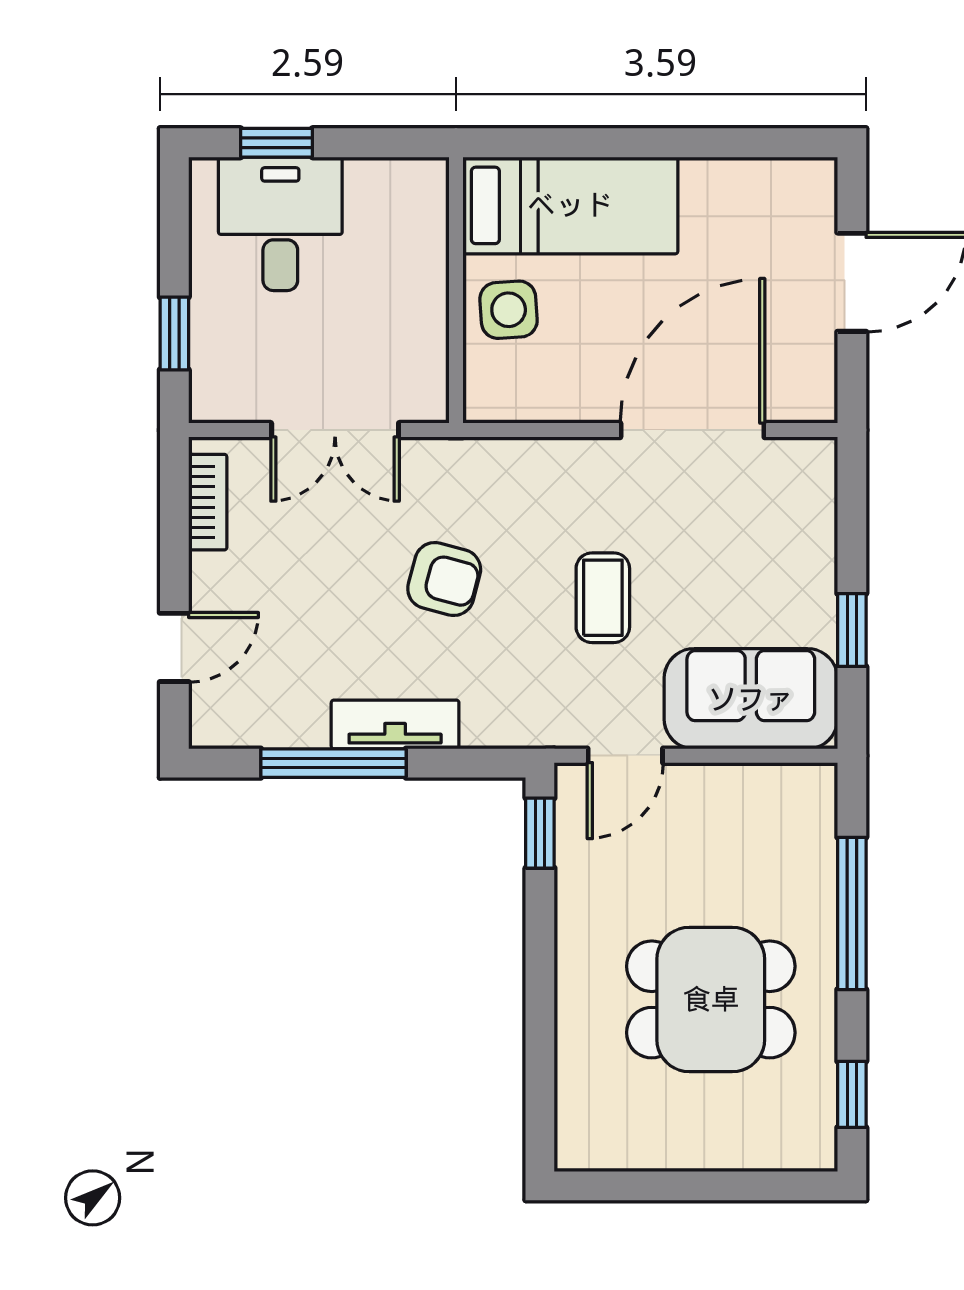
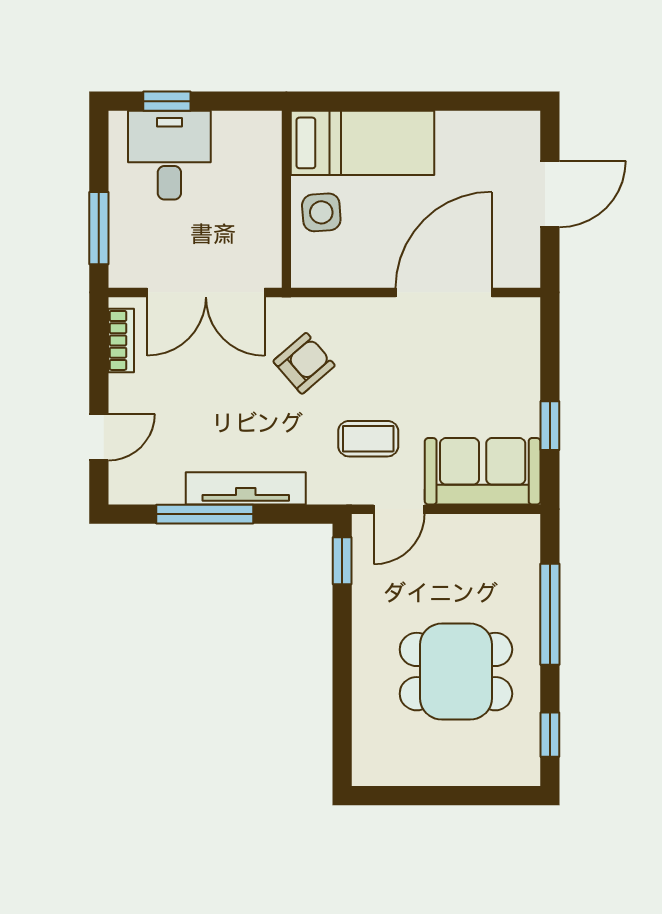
window: (174, 333) -> (99, 228), width x1.50
double door: (335, 430) -> (206, 292), width x1.37
armchair: (444, 579) -> (304, 363), moved, turned -56
coffee table: (603, 598) -> (368, 439), moved, turned 90
tv unit: (395, 724) -> (246, 488), width x1.41

